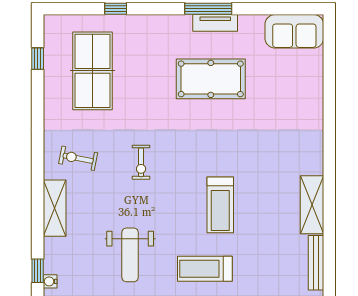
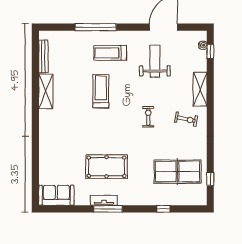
table tennis table: (92, 71) -> (177, 172), turned 90
treadmill: (205, 269) -> (110, 53), turned 180

